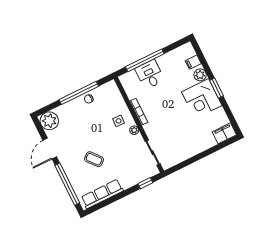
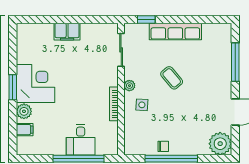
filing cabinet: (224, 133) -> (67, 32), moved
coffee table: (94, 159) -> (172, 78), moved
window: (67, 184) -> (235, 62), width x0.68
row of seats: (102, 194) -> (175, 31), moved

